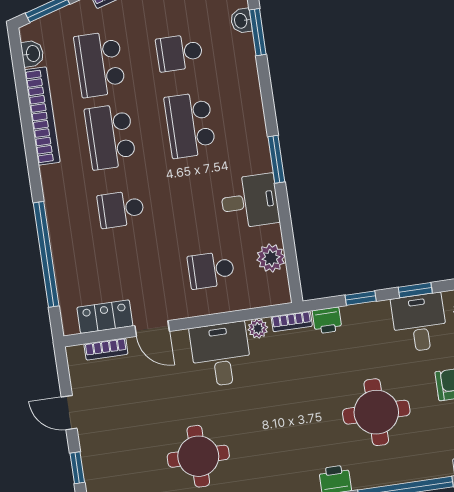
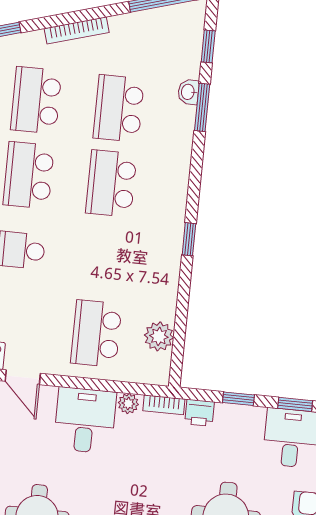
school desk: (179, 53) -> (119, 108), width x1.85
window: (276, 159) -> (189, 239), width x0.67
desk: (250, 201) -> (152, 274), removed
school desk: (211, 270) -> (96, 333), width x1.85

